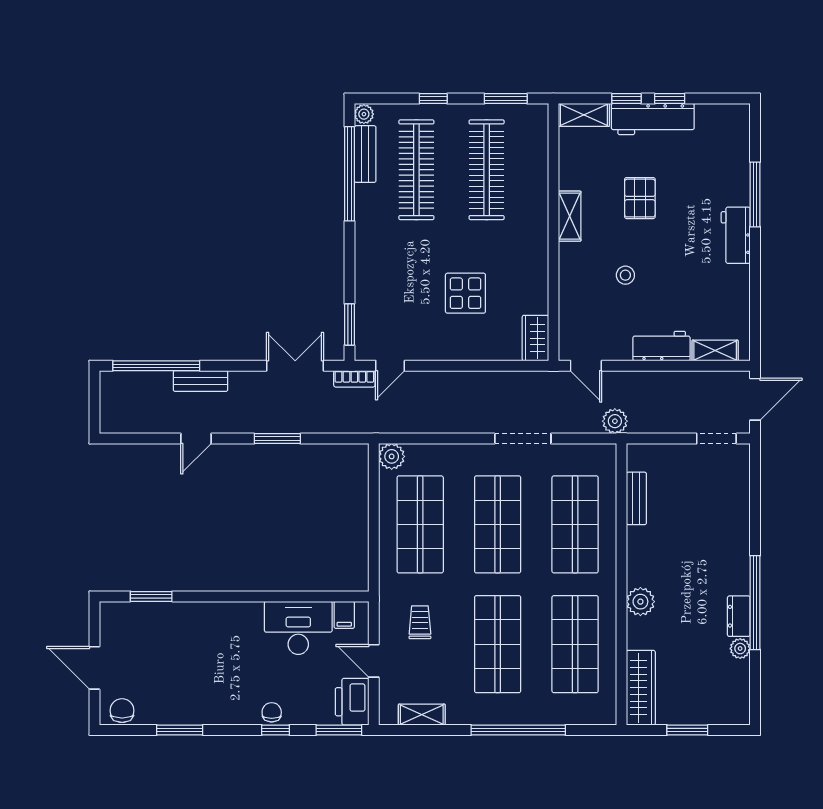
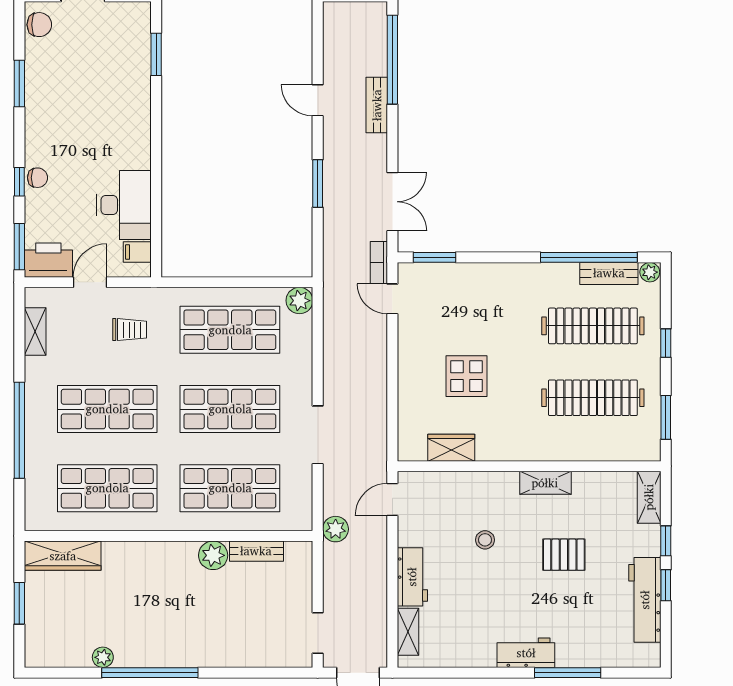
workbench: (653, 119) -> (645, 600), moved
wardrobe: (535, 338) -> (451, 448), moved
plant: (640, 602) -> (213, 555), moved
dresser: (739, 616) -> (136, 656), removed

